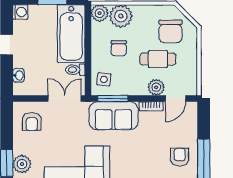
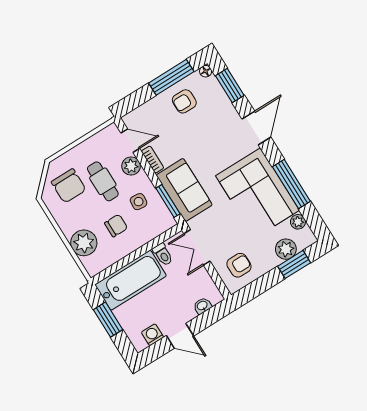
washing machine: (20, 12) -> (152, 335), moved
plant: (100, 13) -> (94, 265), removed
chair: (170, 31) -> (69, 186), turned 90
side table: (104, 79) -> (139, 202), moved

